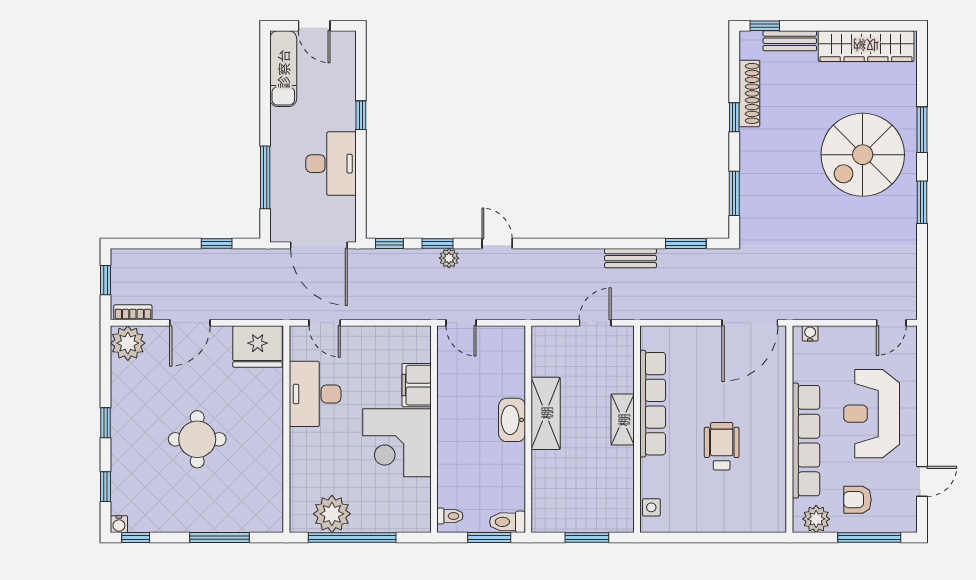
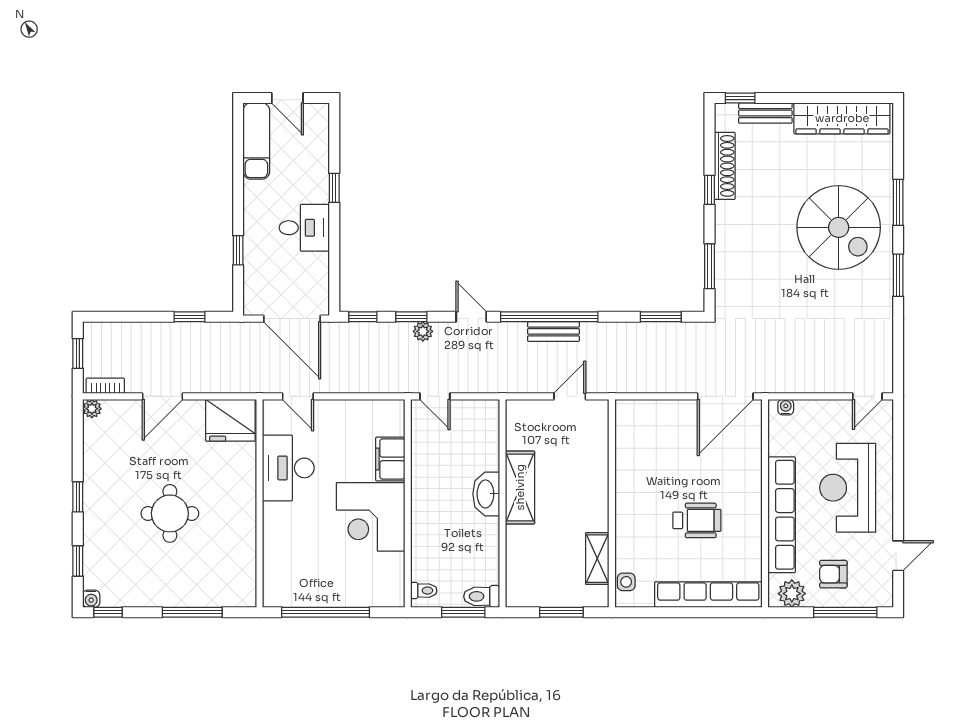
spiral stairs: (863, 155) -> (839, 227), turned -90
desk: (331, 164) -> (304, 228), width x0.73
window: (265, 177) -> (238, 250), width x0.46
window: (575, 243) -> (549, 317), added
bench: (630, 258) -> (554, 331), moved
plant: (128, 343) -> (92, 409), width x0.53, depth x0.53
row of seats: (653, 404) -> (708, 595), moved, turned -90
shelving: (623, 420) -> (597, 559), moved
wheelchair: (722, 446) -> (697, 520), turned 90
plant: (332, 514) -> (305, 588), removed

